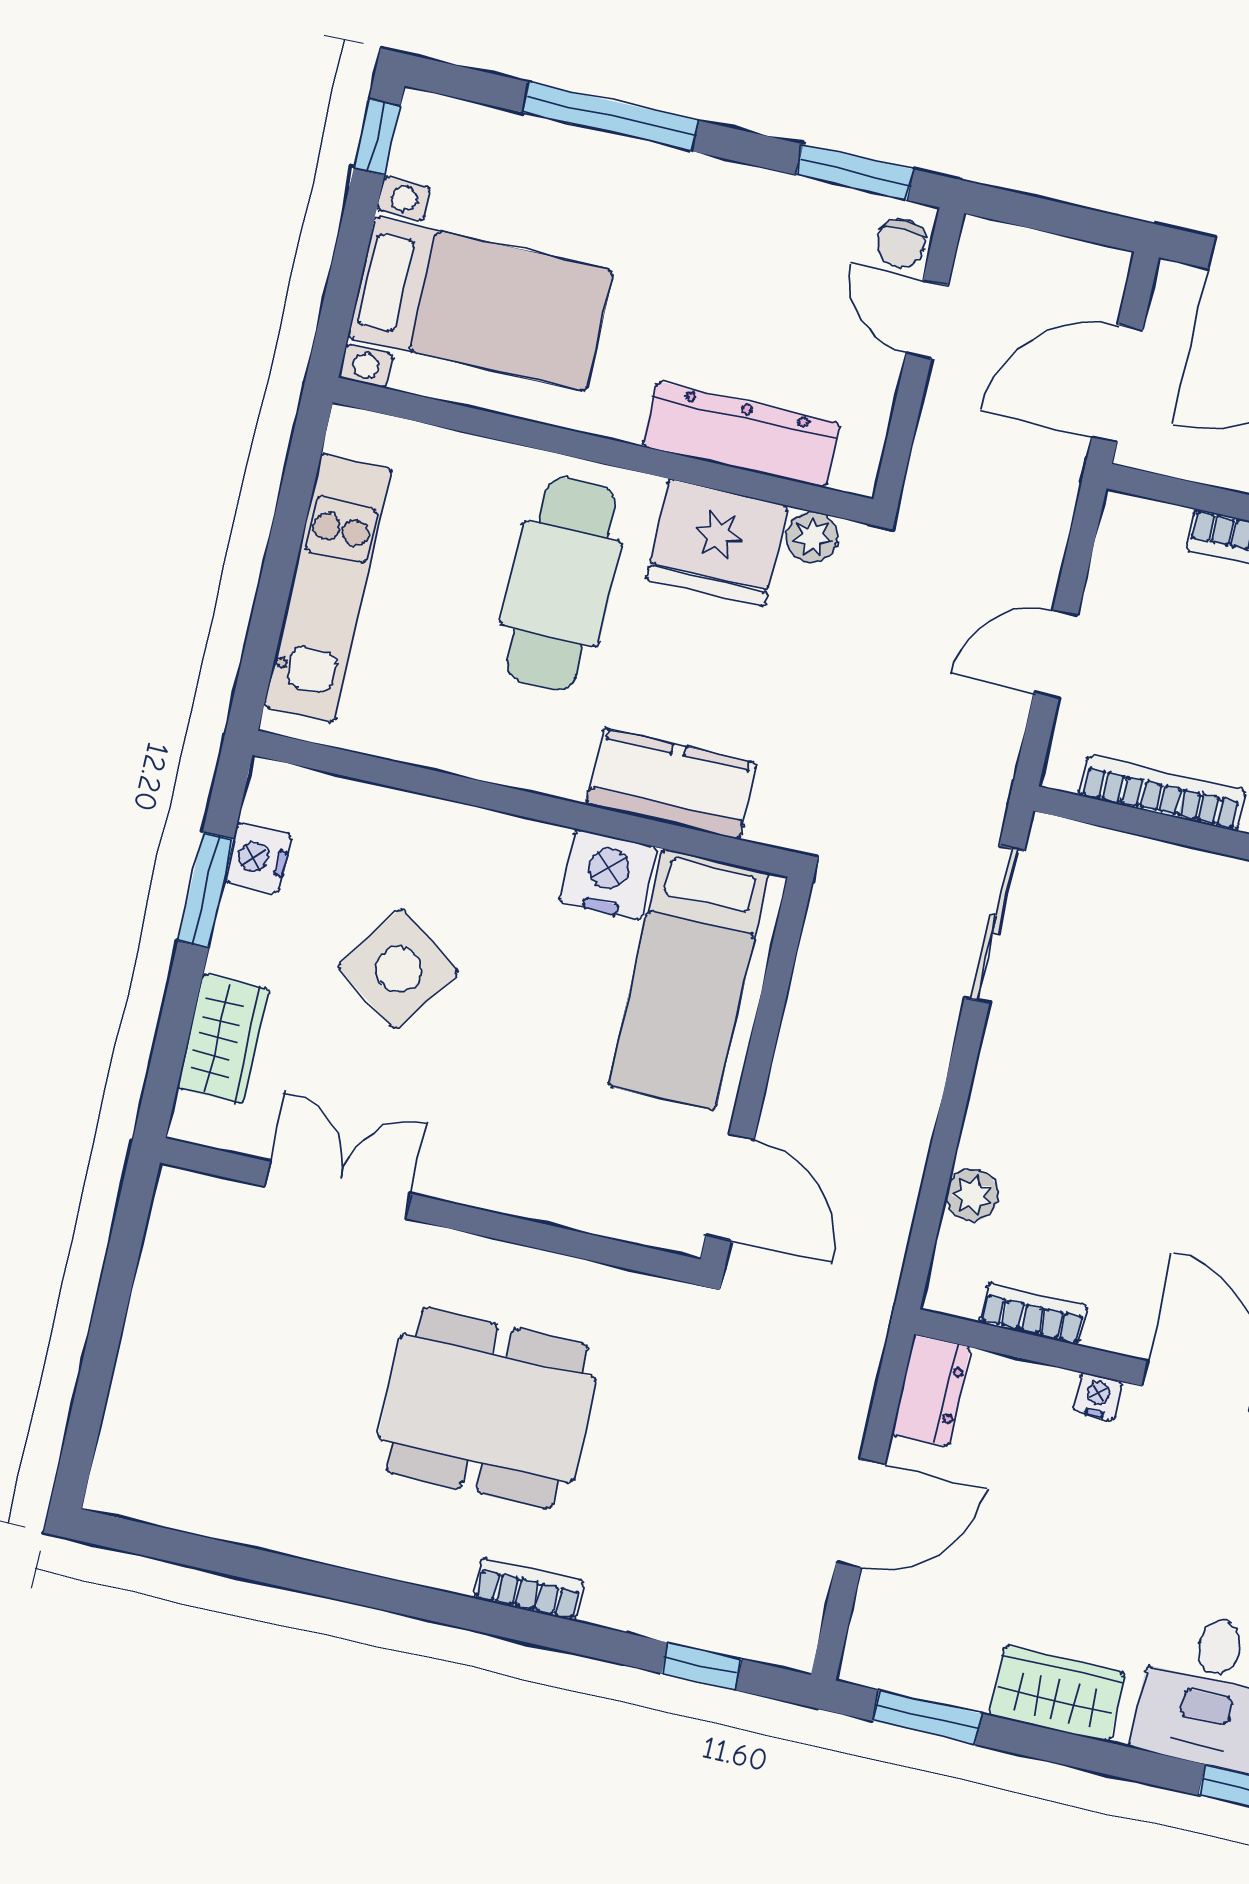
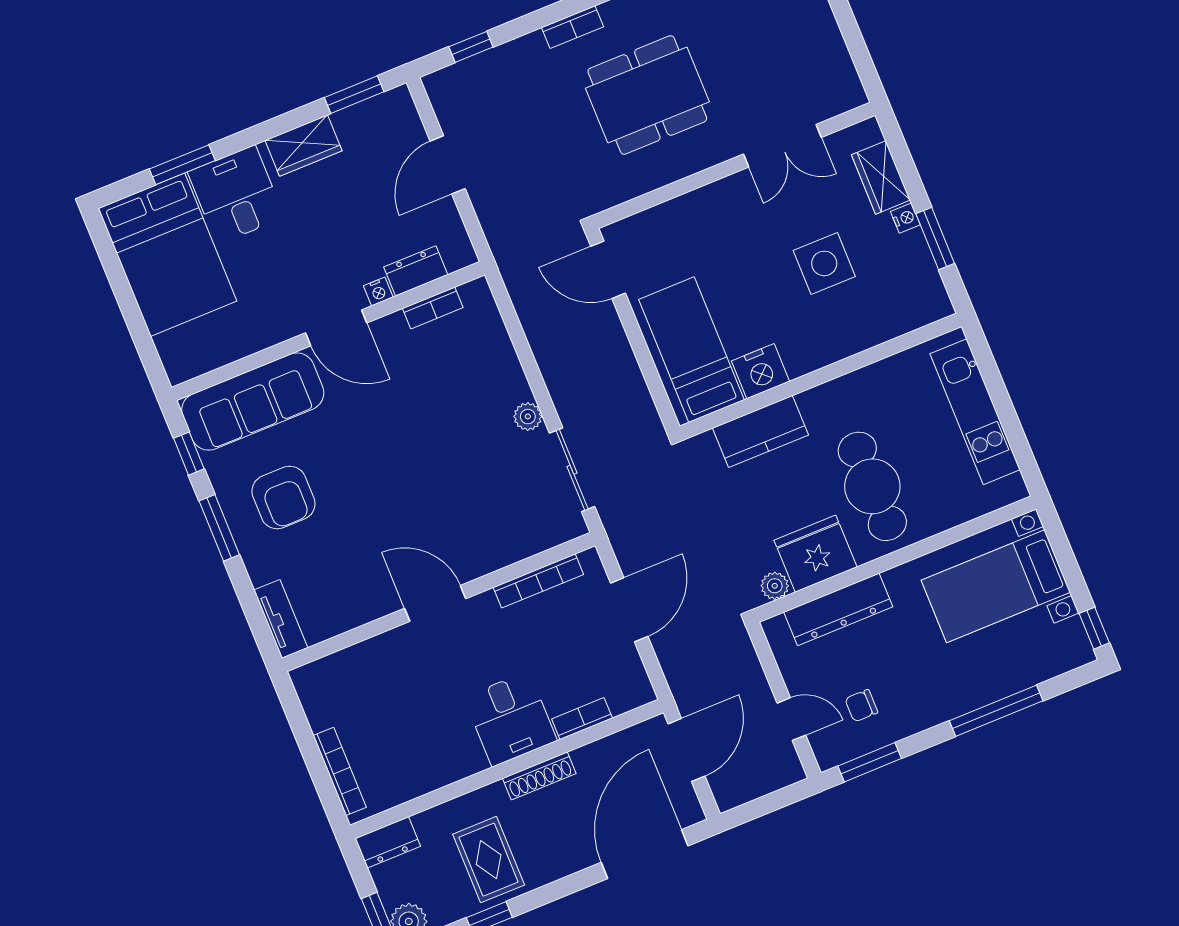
chair: (901, 243) -> (861, 706), moved, turned -90
door: (1056, 654) -> (629, 610), width x1.38
nightstand: (258, 858) -> (905, 218), moved, width x0.72, depth x0.74
side table: (399, 969) -> (824, 263), turned -35
plant: (972, 1195) -> (528, 417), moved
dresser: (931, 1391) -> (416, 271), moved, turned 90

